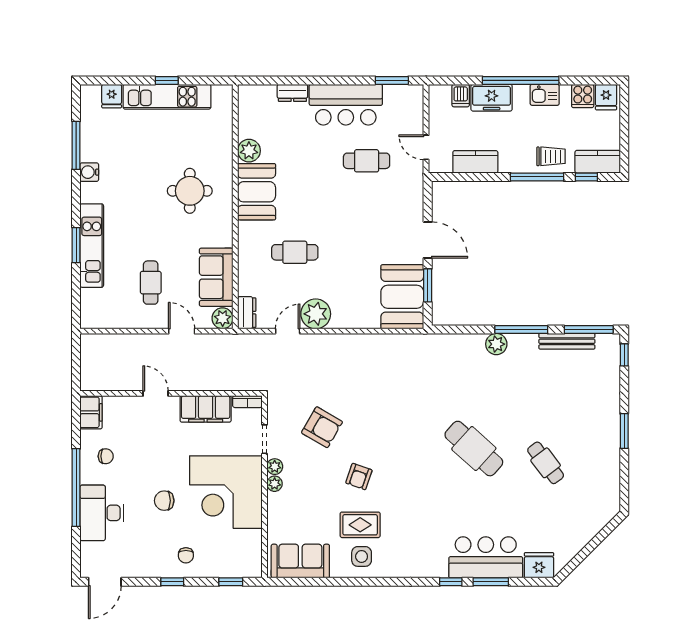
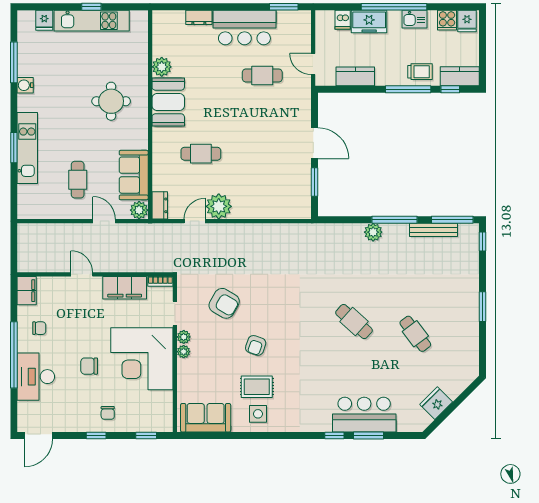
booth: (402, 297) -> (293, 192), removed
cafe table: (474, 449) -> (354, 322), width x0.73, depth x0.74
fridge: (539, 565) -> (436, 403), moved, turned -45

